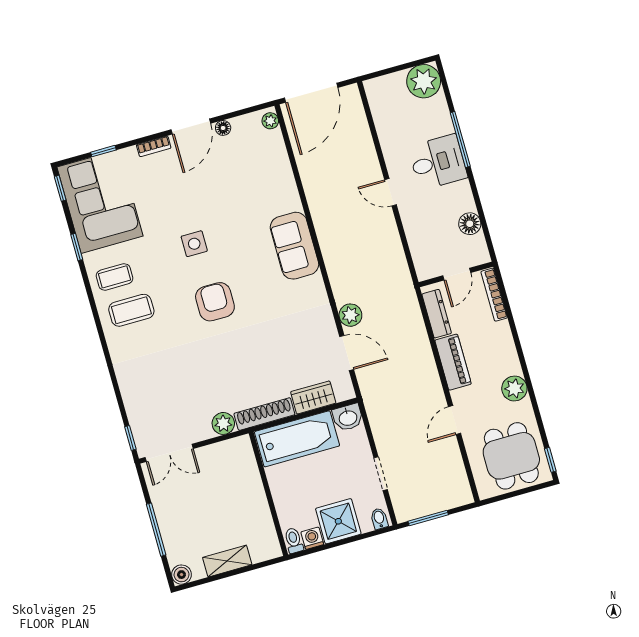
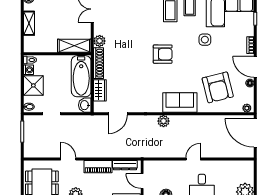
armchair: (247, 184) -> (218, 87), added
side table: (194, 244) -> (205, 40), moved
plant: (350, 315) -> (163, 121), moved
shelving: (245, 467) -> (74, 46), added

